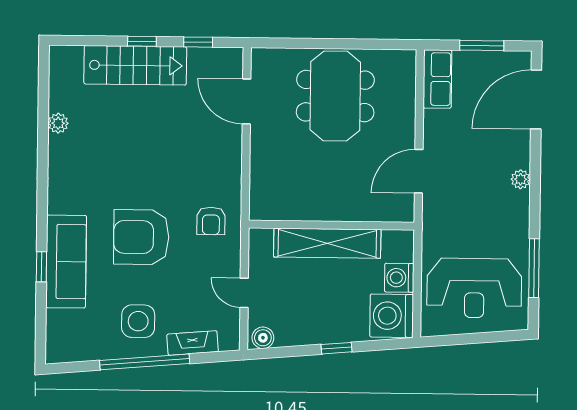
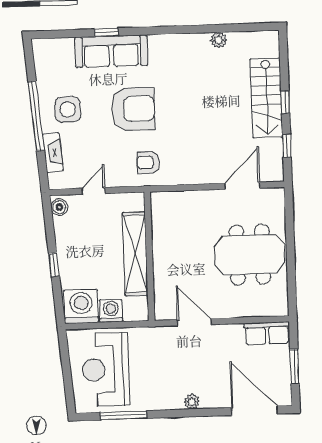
armchair: (141, 237) -> (133, 109), turned 90

